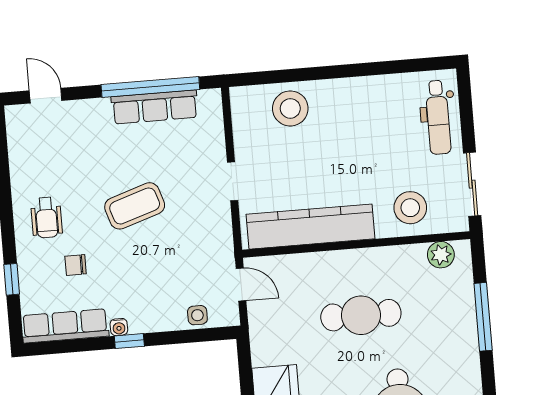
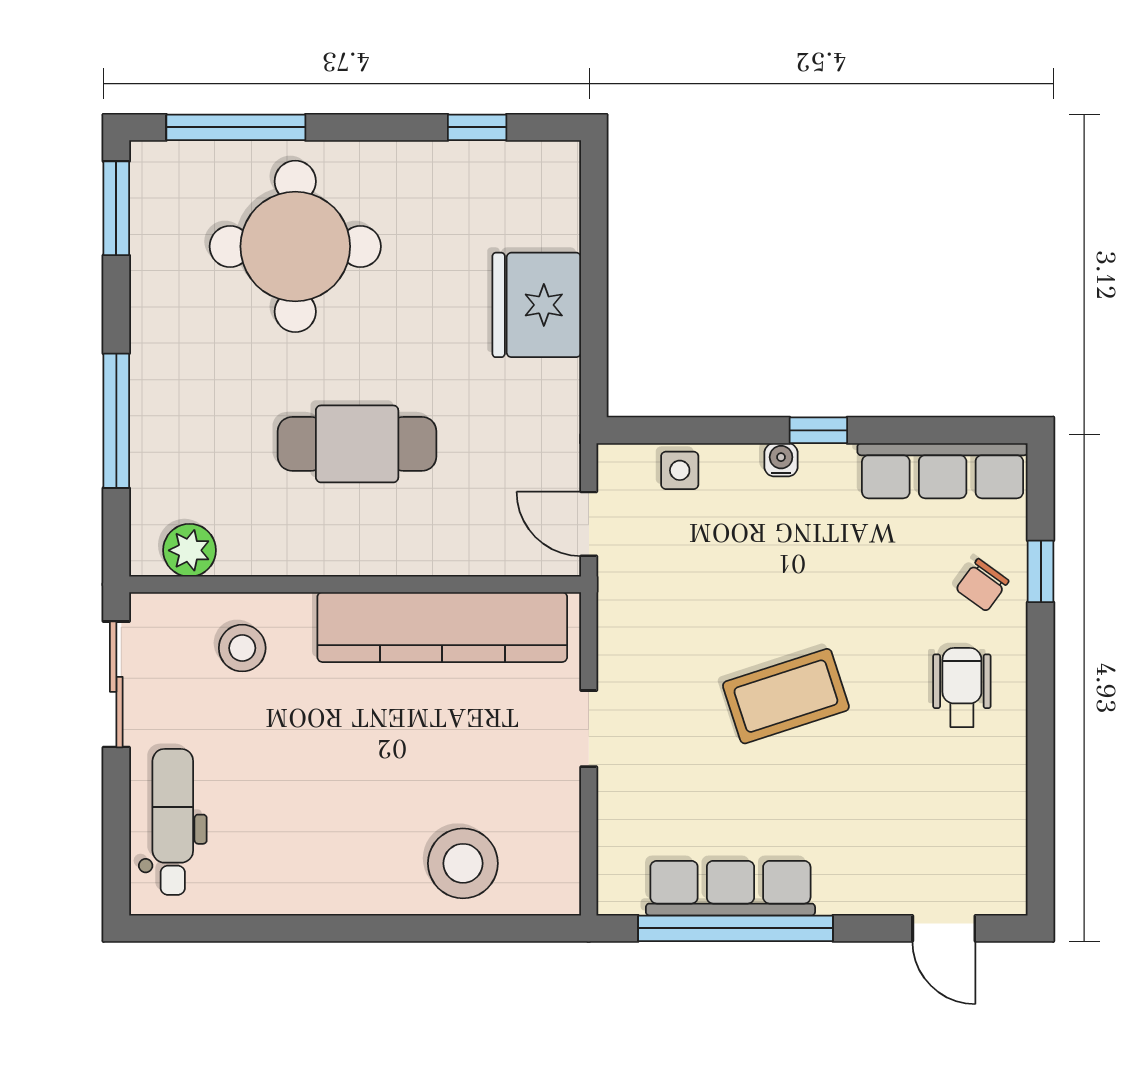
stool: (410, 208) -> (242, 648), width x0.73, depth x0.73
chair: (76, 265) -> (982, 585), moved, turned 126
water cooler: (119, 327) -> (781, 460), moved

